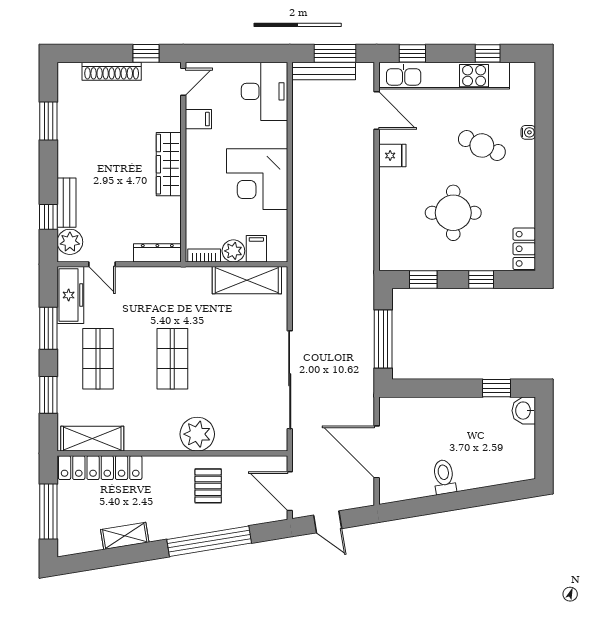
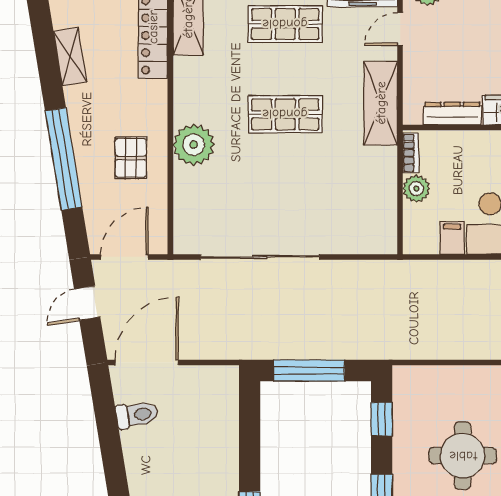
filing cabinet: (256, 249) -> (452, 238), moved, turned -90
dresser: (157, 253) -> (452, 114), moved, turned -90
shelving: (247, 280) -> (381, 103), moved
door: (377, 452) -> (147, 363), moved
toilet: (444, 477) -> (137, 415), moved
pallet: (208, 486) -> (131, 158), turned 90

